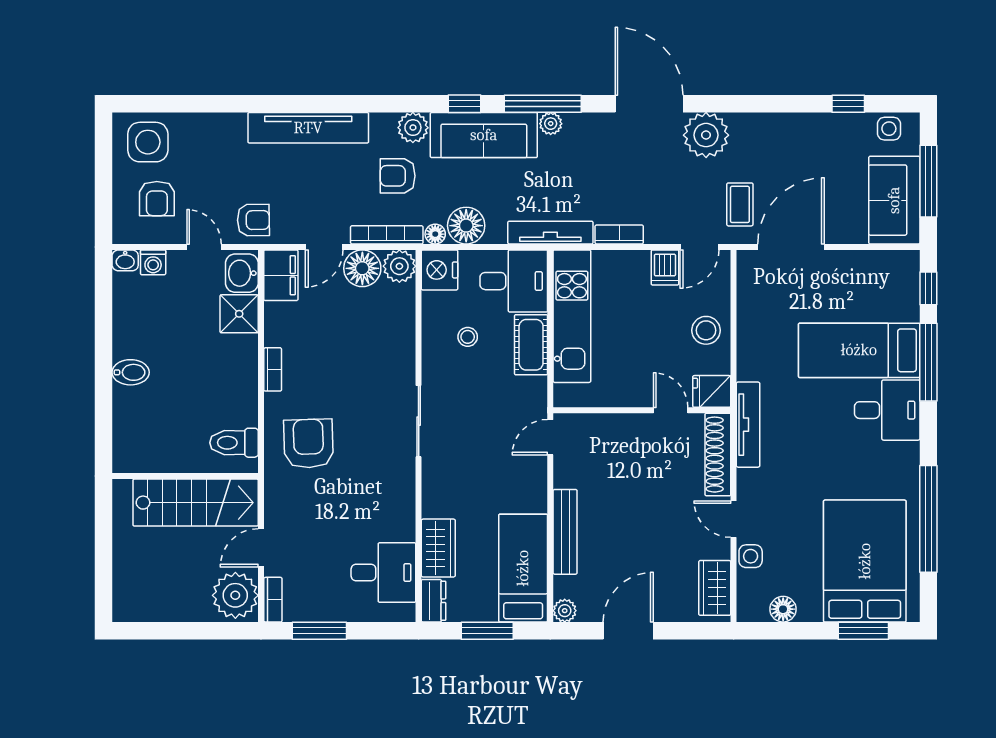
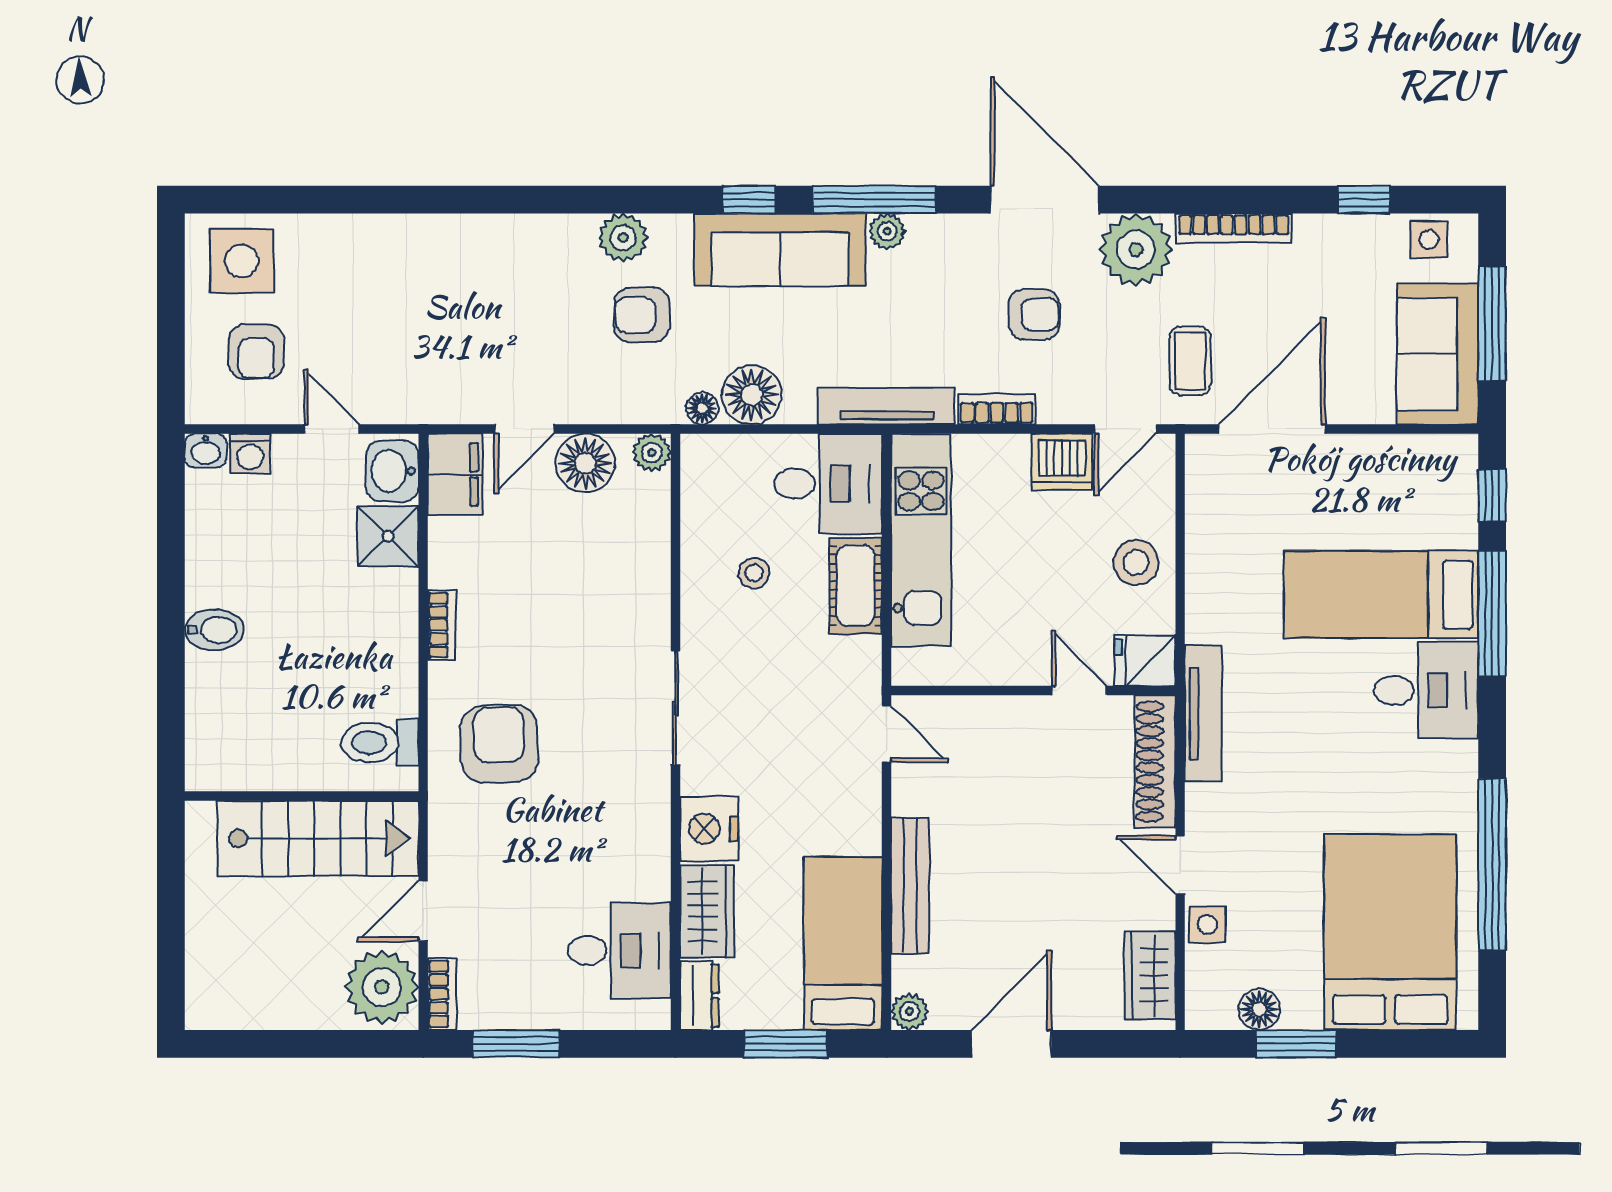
tv unit: (308, 128) -> (499, 238), removed
plant: (413, 128) -> (623, 238), moved
armchair: (253, 220) -> (1034, 314), moved
bookcase: (387, 235) -> (1234, 228), moved, turned 180
plant: (399, 266) -> (652, 453), width x0.73, depth x0.73
dishwasher: (665, 267) -> (1062, 462), width x1.38
nightstand: (440, 270) -> (709, 829), moved
door: (550, 437) -> (887, 734), swing flipped
window: (863, 631) -> (1296, 1044), moved

